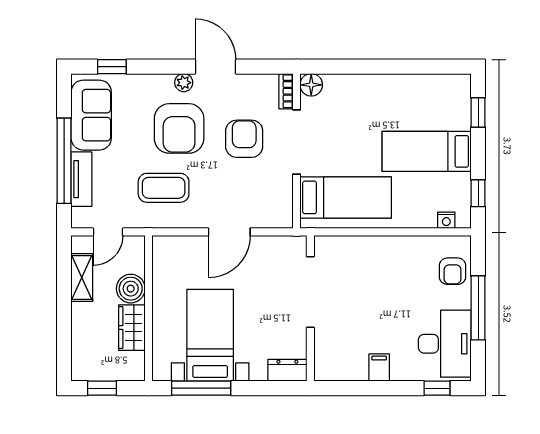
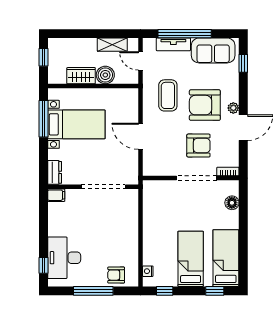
floor lamp: (311, 85) -> (232, 203), moved
bed: (346, 197) -> (226, 258), moved, turned 180
desk: (445, 344) -> (64, 258), moved, turned 90
filing cabinet: (379, 368) -> (56, 195), moved

